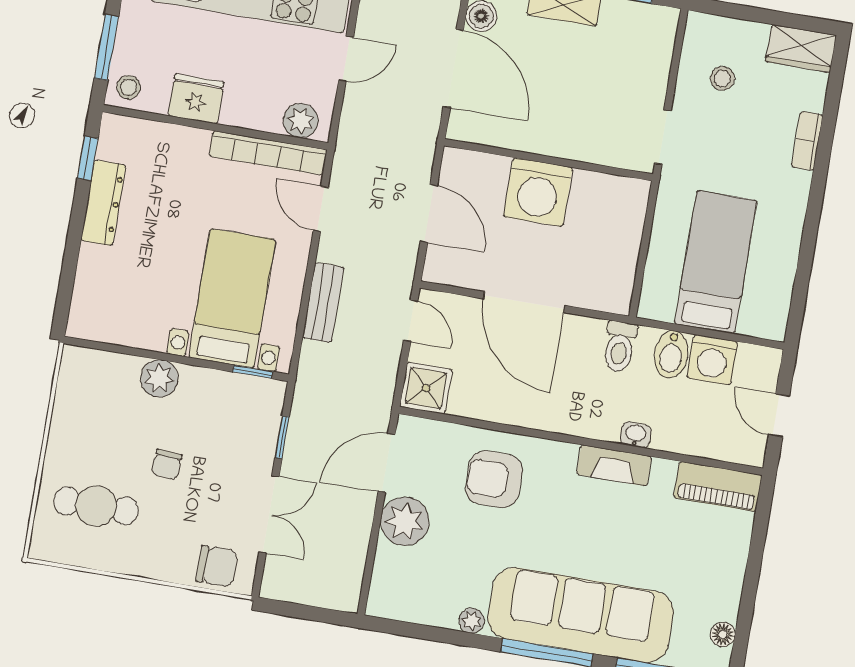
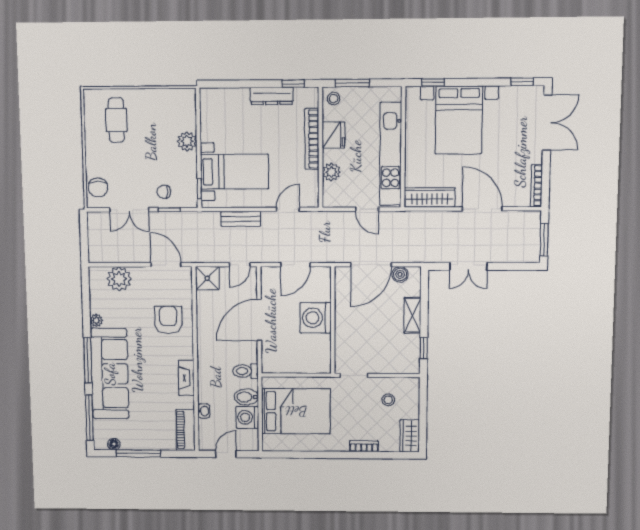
plant: (301, 121) -> (331, 172), moved
bookcase: (268, 153) -> (312, 139), moved
bed: (716, 262) -> (296, 411), width x1.50
washbasin: (636, 435) -> (204, 411), moved
chair: (167, 464) -> (164, 192), moved
plant: (405, 521) -> (119, 279), moved
window: (750, 589) -> (138, 453), added

